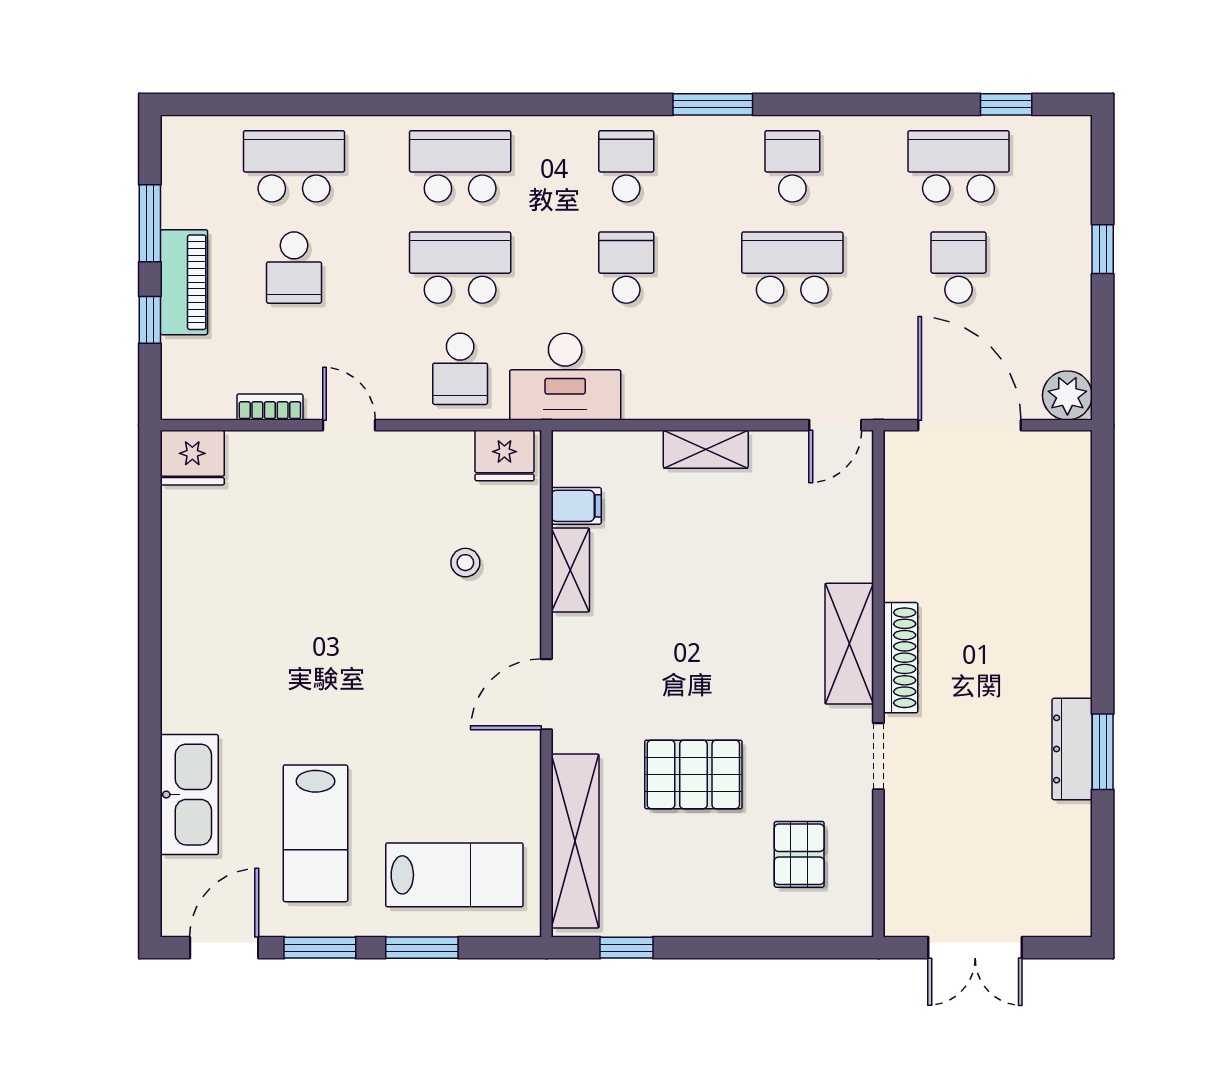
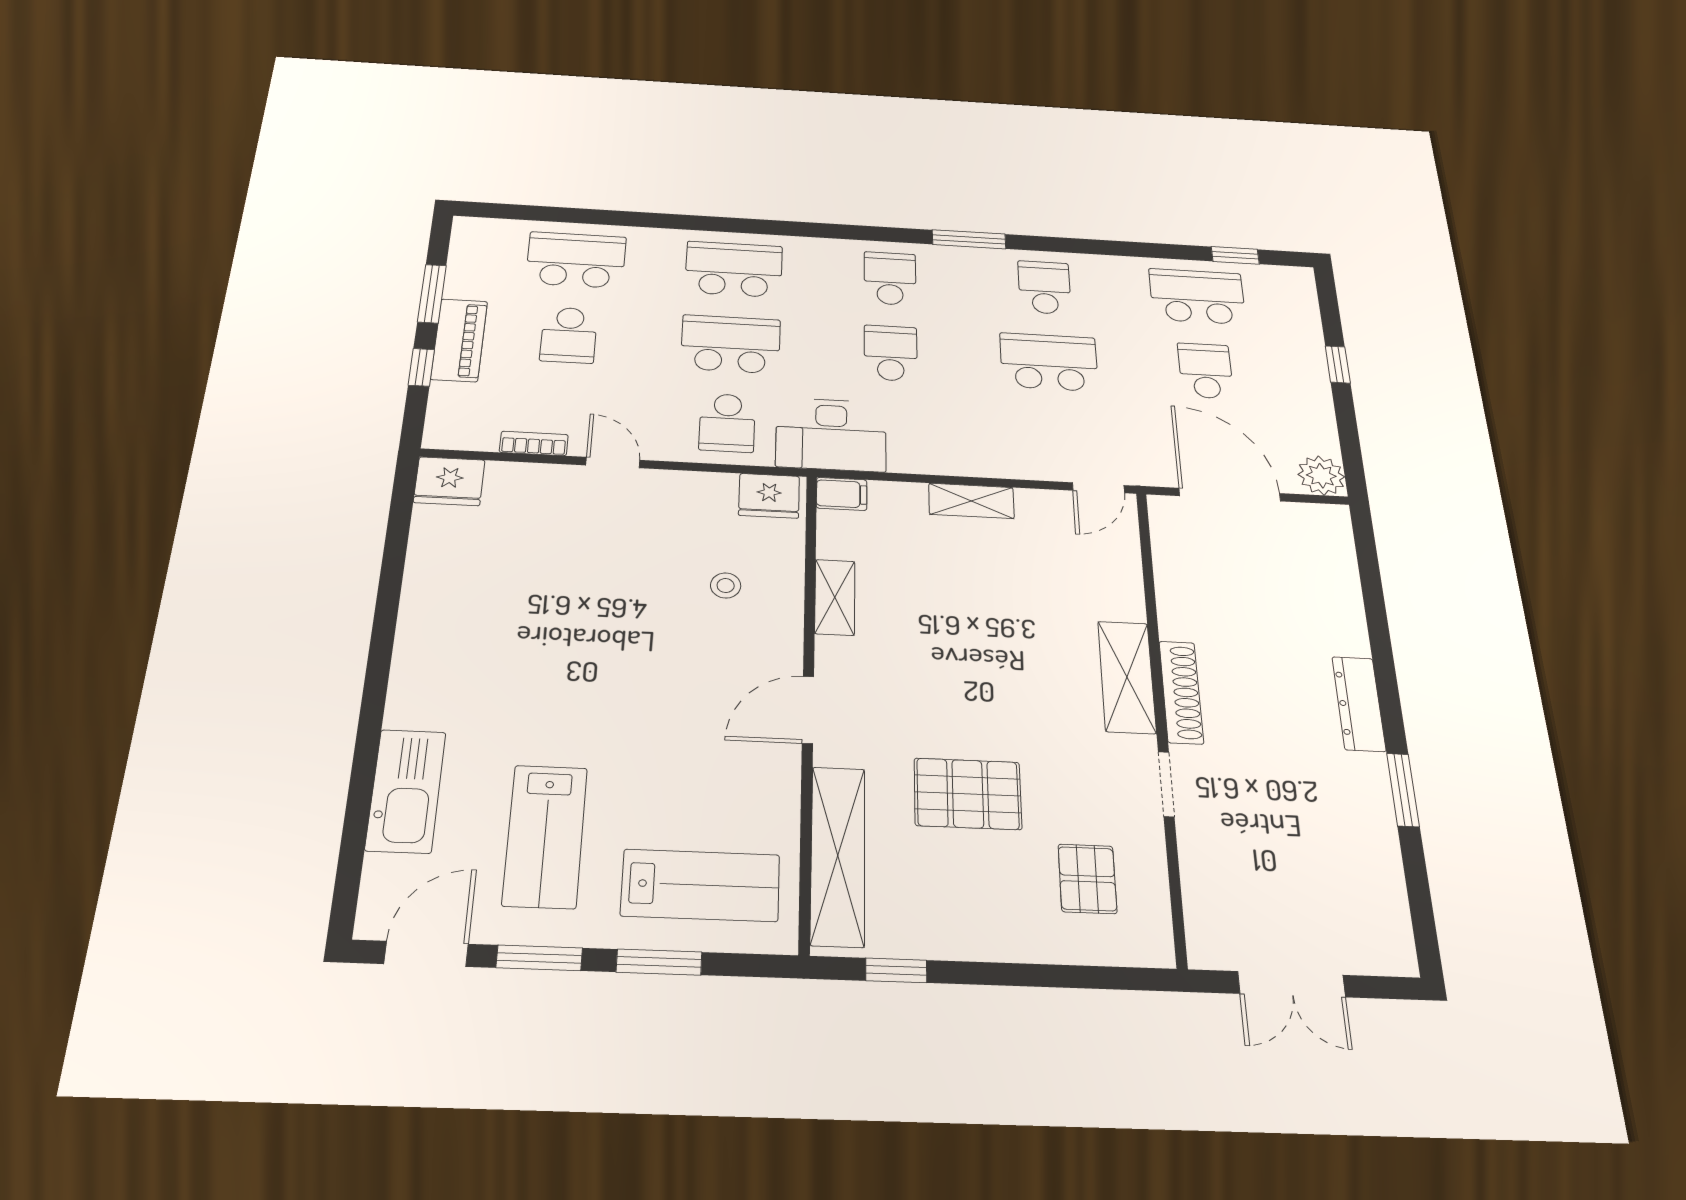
filing cabinet: (576, 506) -> (842, 494), moved
dresser: (1072, 749) -> (1359, 704), moved

